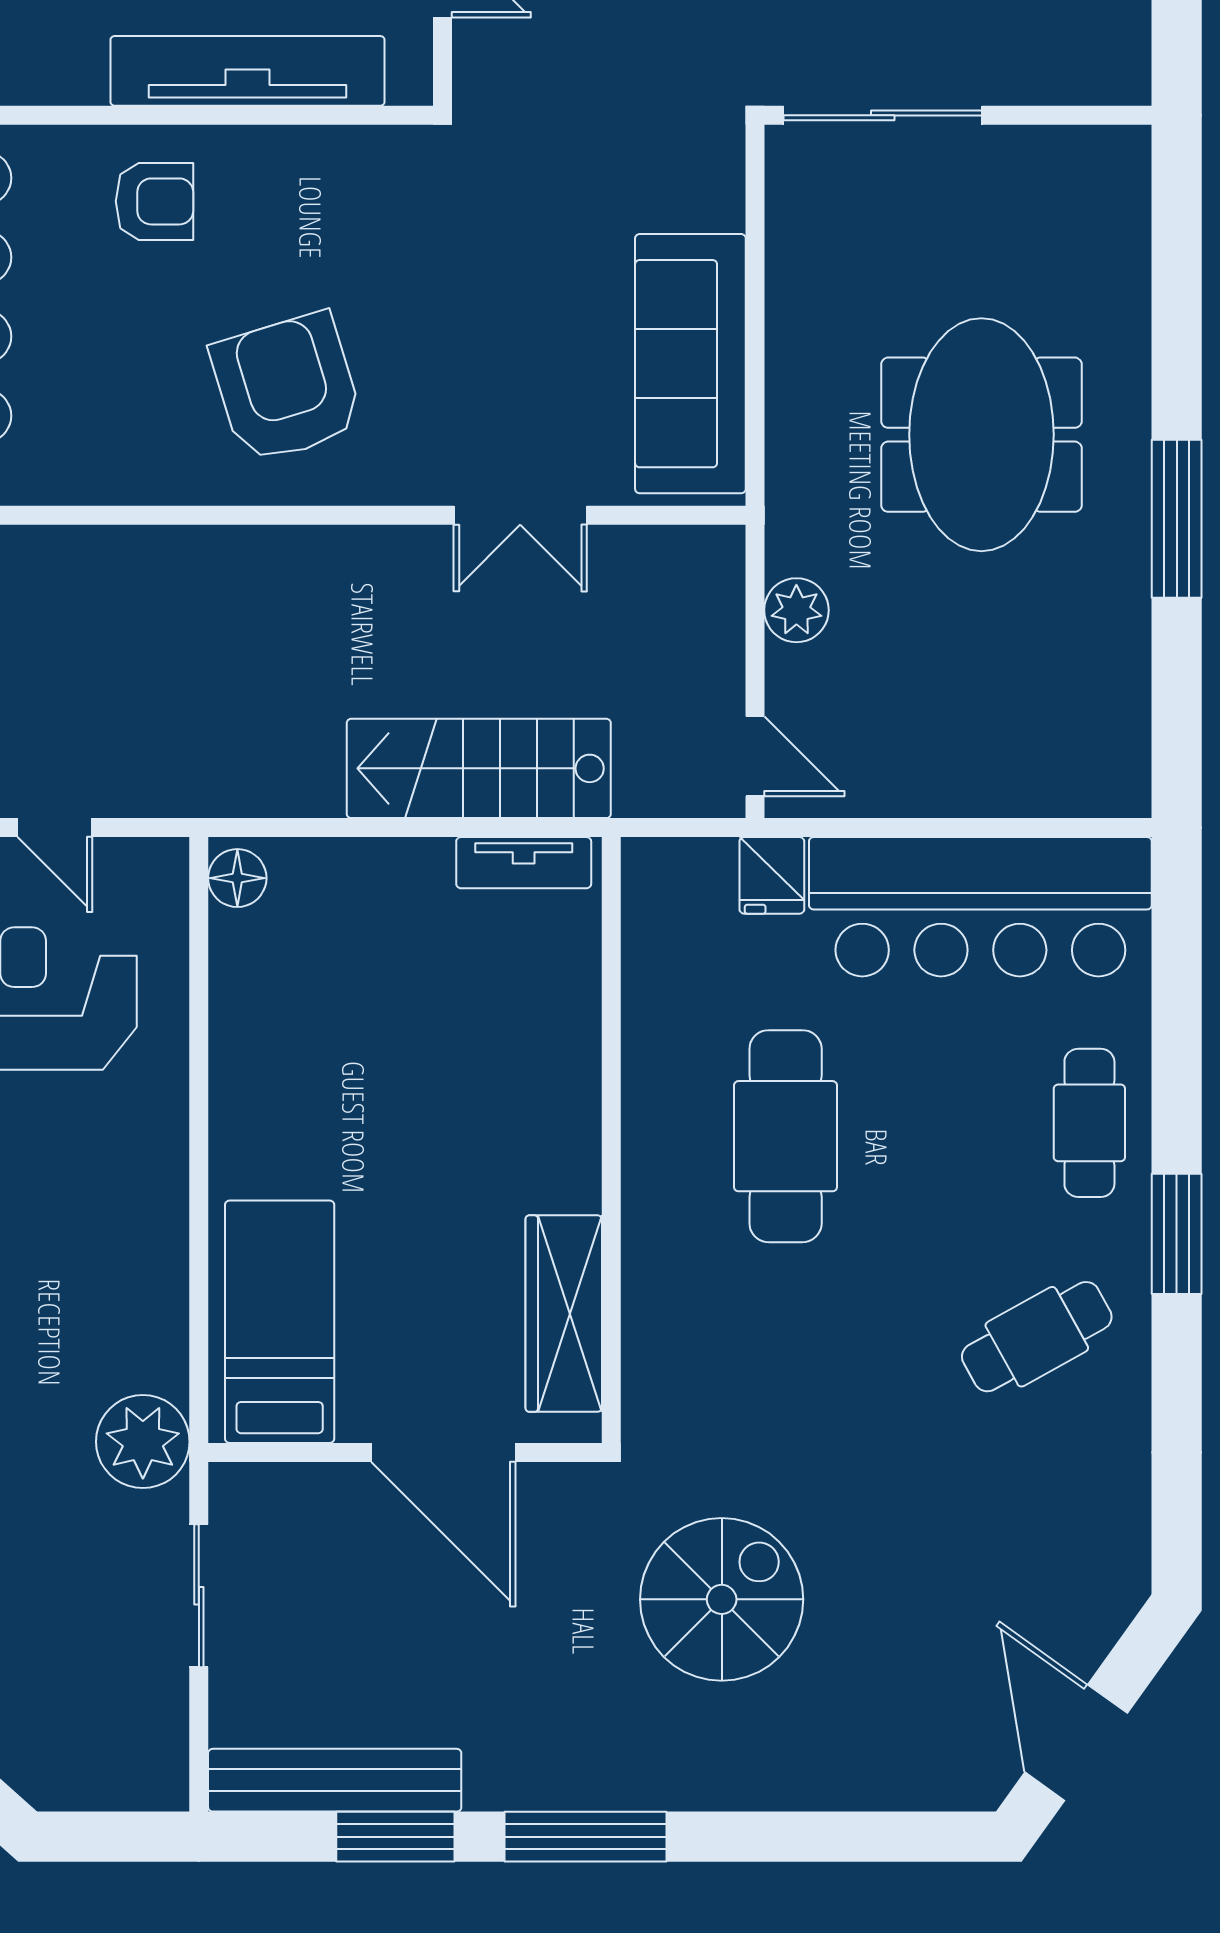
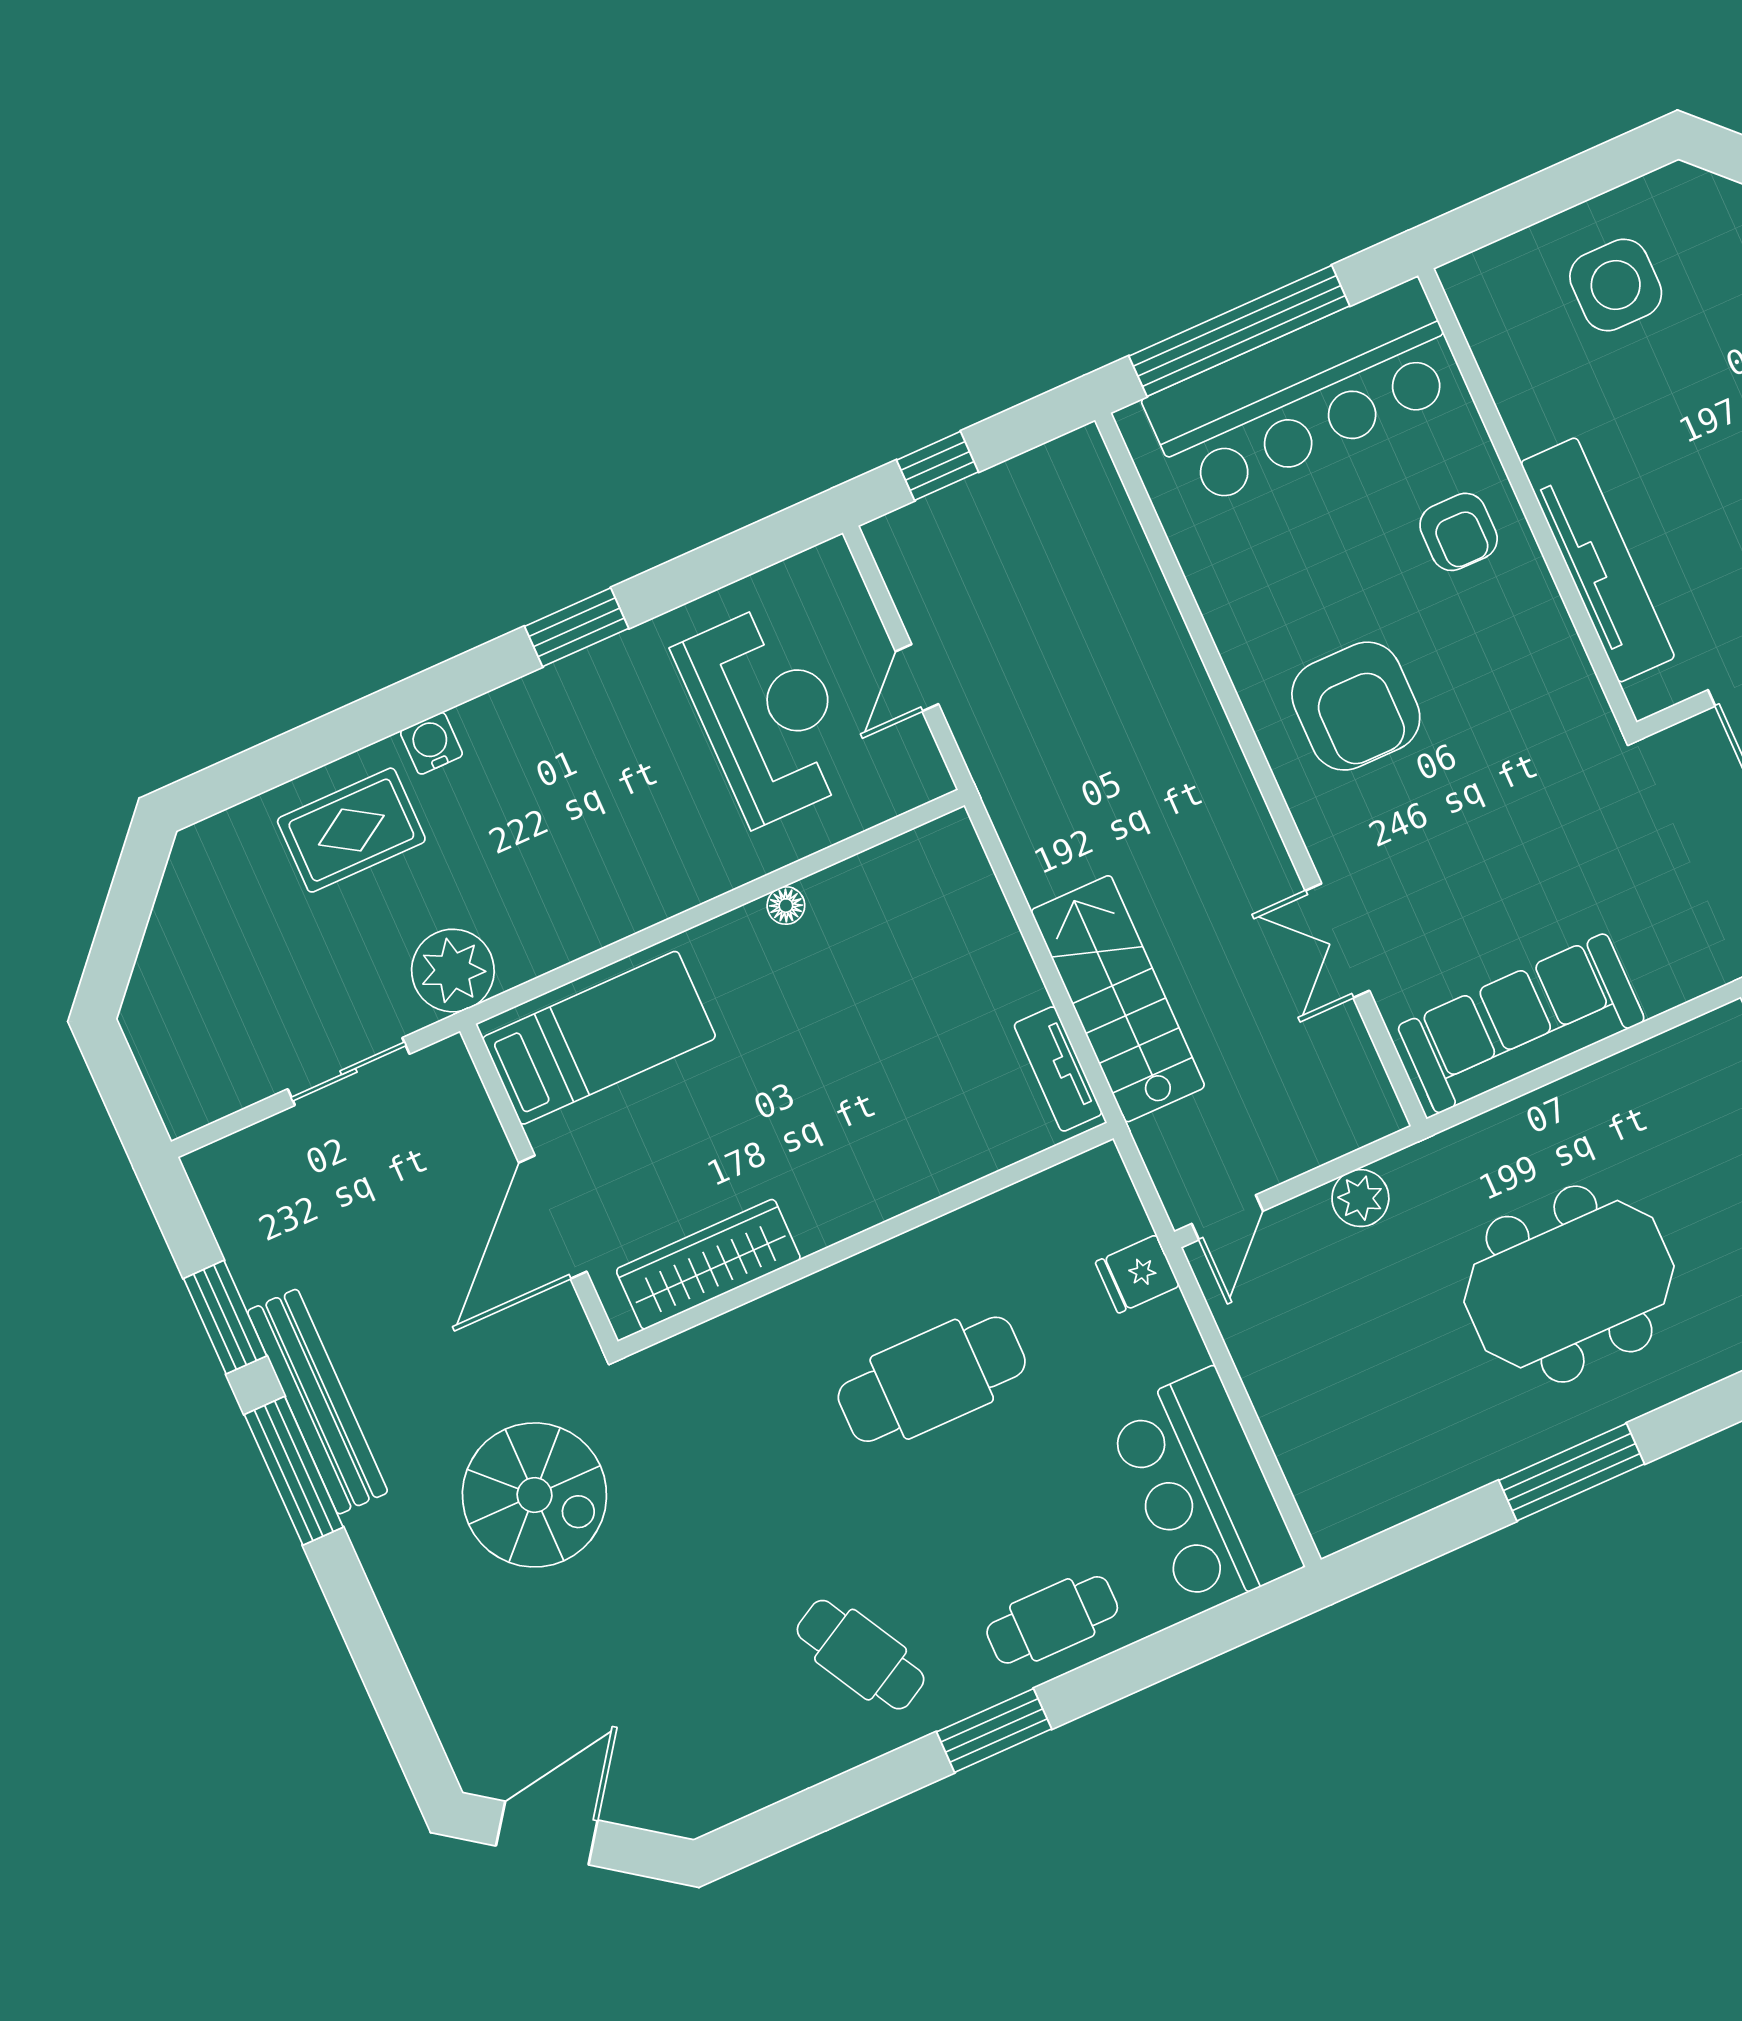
armchair: (287, 388) -> (1356, 706), turned 107
floor lamp: (237, 878) -> (786, 906), moved, width x0.73, depth x0.73
bar counter: (980, 907) -> (1204, 1491), width x0.73
bench: (335, 1780) -> (318, 1402), moved

